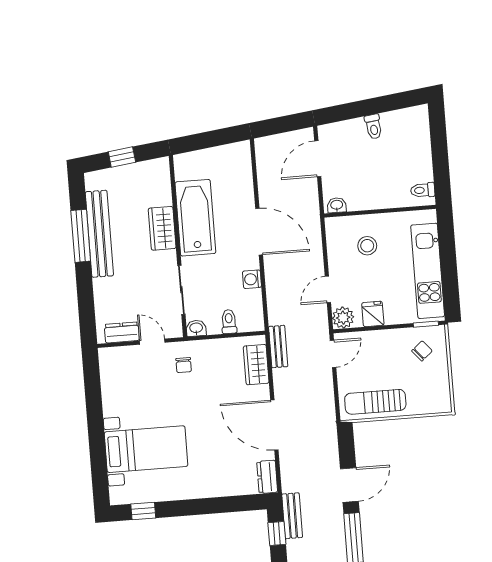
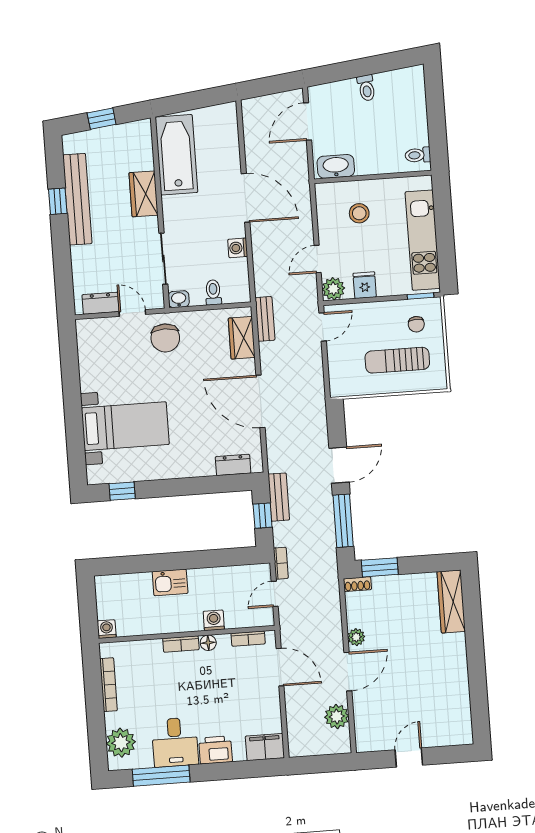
washbasin: (337, 205) -> (336, 166), width x1.91, depth x1.45
bathtub: (195, 218) -> (176, 155), moved
window: (81, 236) -> (58, 201), width x0.46
chair: (422, 351) -> (416, 324), turned 128
chair: (184, 365) -> (165, 338), width x1.87, depth x1.87
sun lounger: (375, 402) -> (397, 360), moved
dresser: (267, 477) -> (233, 465), moved, turned 90

